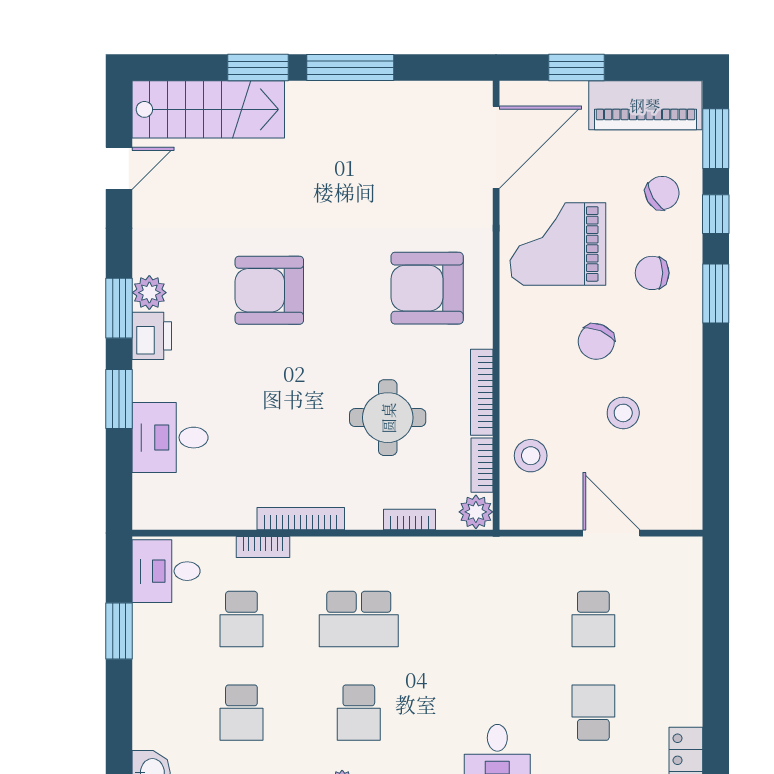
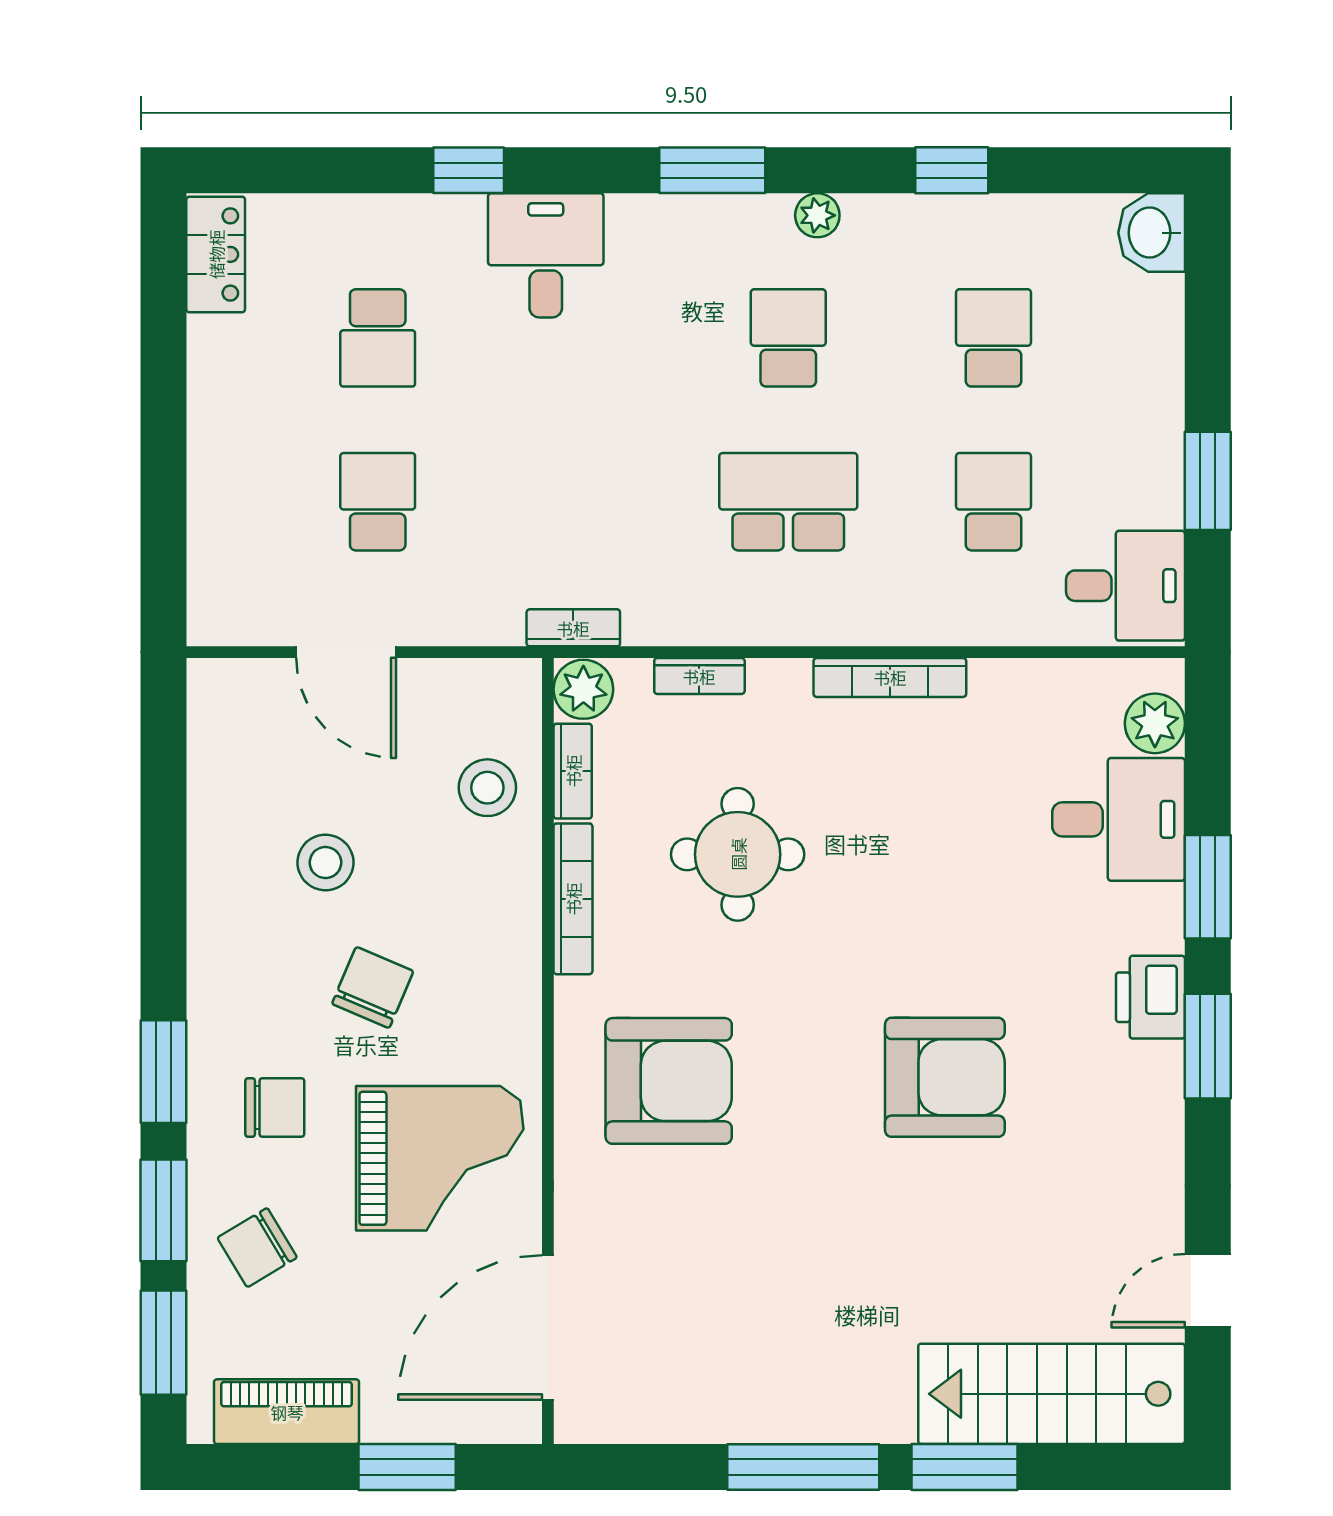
piano: (645, 105) -> (287, 1412), width x0.73, depth x0.75
window: (716, 214) -> (163, 1210), width x1.50
plant: (149, 293) -> (1155, 723), moved
bookcase: (263, 547) -> (573, 628), moved

